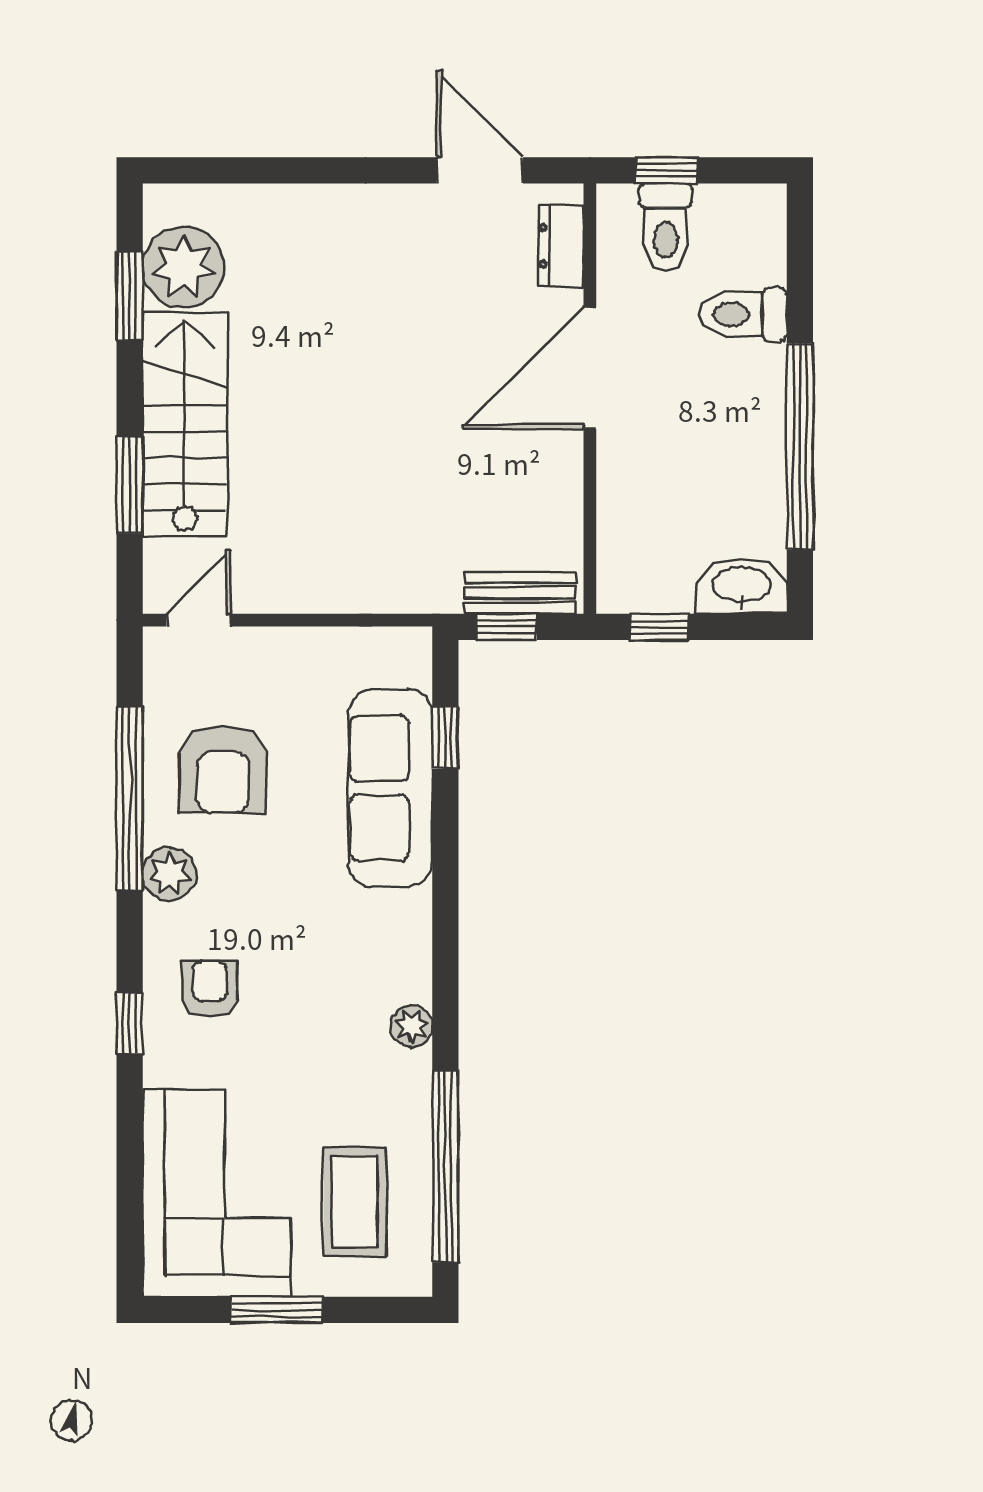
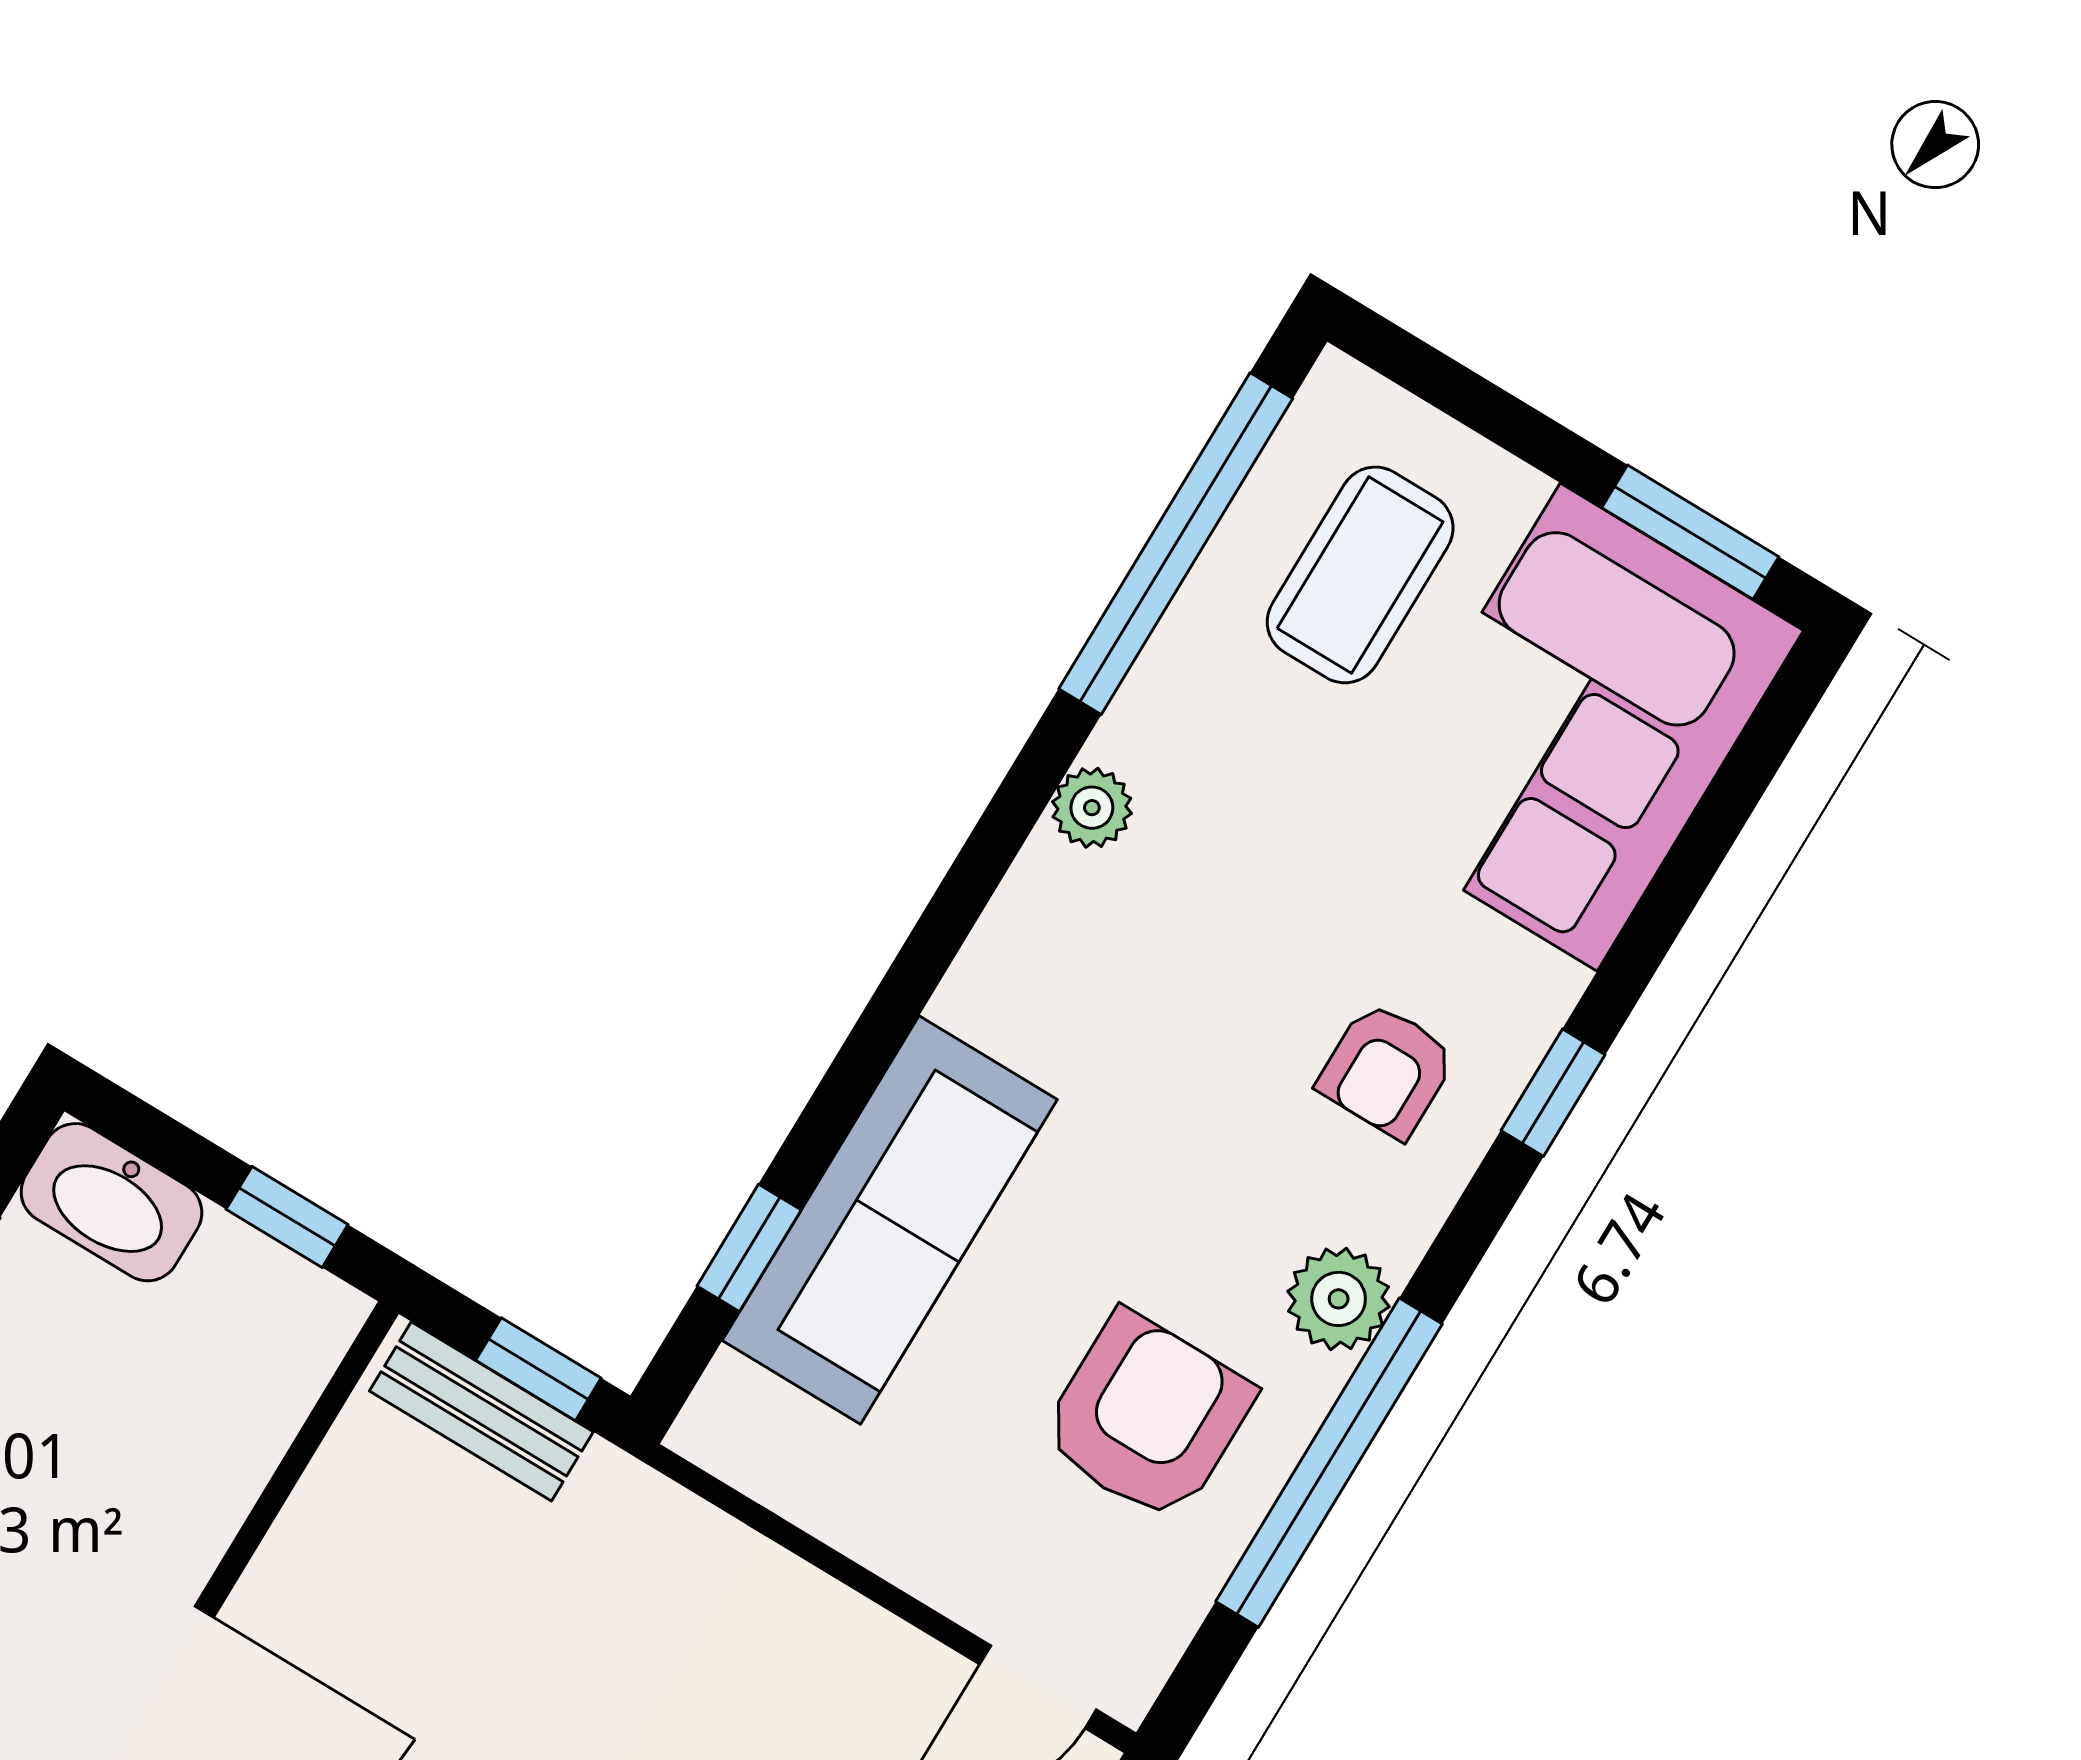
window: (277, 1310) -> (1690, 532), moved

